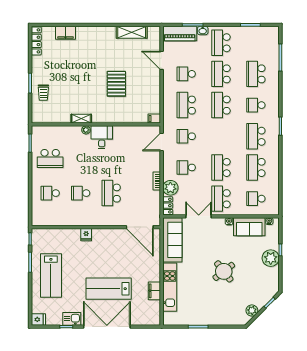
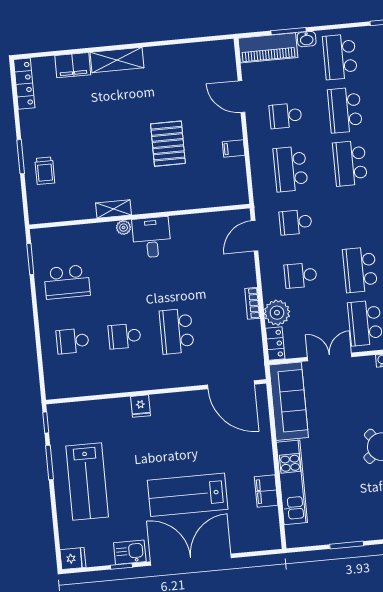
shelving: (132, 32) -> (117, 60), moved
filing cabinet: (154, 119) -> (234, 148), moved

